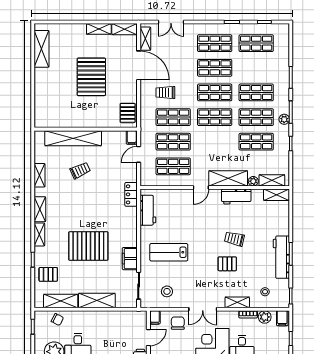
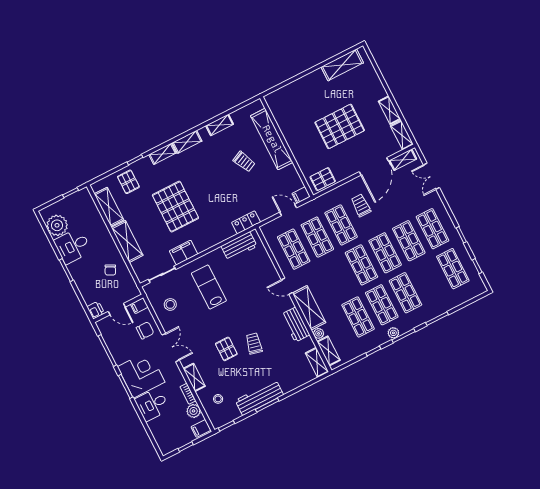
double door: (203, 309) -> (171, 348), swing flipped
chair: (57, 319) -> (110, 270), moved

